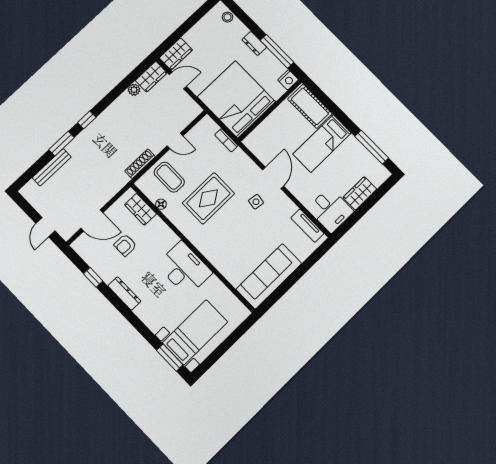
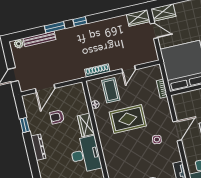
plant: (134, 90) -> (19, 44), moved
door: (175, 141) -> (129, 69), hinge flipped
wardrobe: (140, 209) -> (86, 125), moved
door: (92, 220) -> (45, 88), hinge flipped

